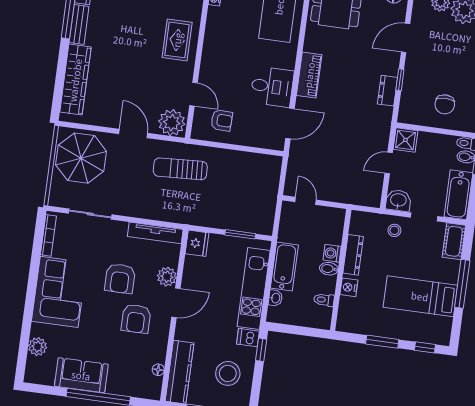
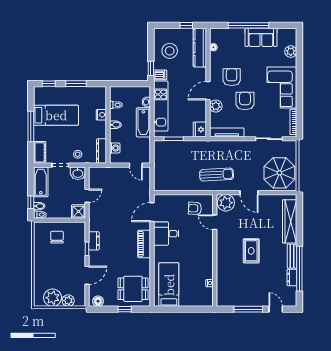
rug: (177, 40) -> (251, 251), moved
washing machine: (332, 253) -> (115, 148), moved
dresser: (353, 255) -> (101, 151), moved

